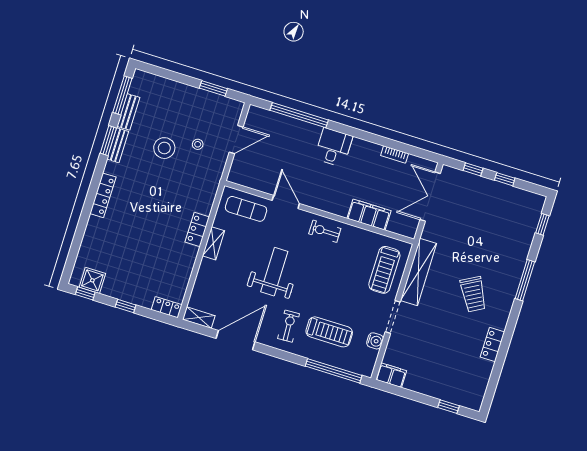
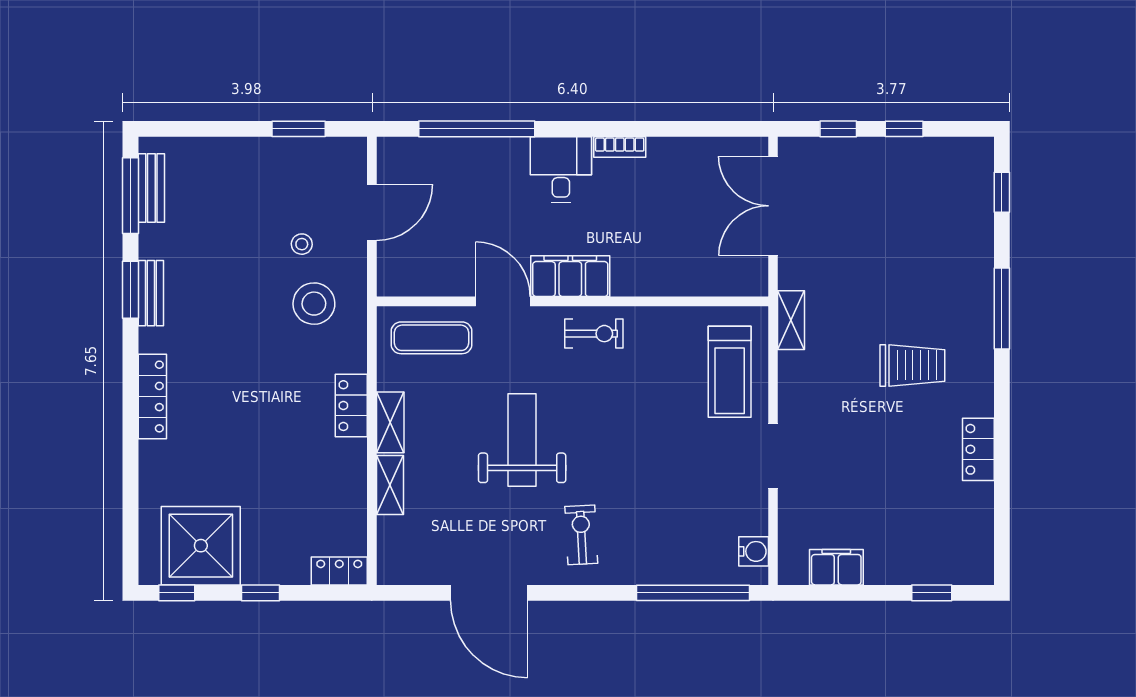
bench: (128, 112) -> (151, 188), moved
stool: (164, 148) -> (314, 304), moved
bookcase: (395, 154) -> (620, 147), moved
filing cabinet: (369, 215) -> (570, 276), moved
exercise bike: (325, 231) -> (594, 334), turned 180
shelving: (419, 272) -> (791, 320), width x0.45, depth x0.75
shower: (92, 280) -> (201, 546), width x1.86, depth x1.86
trolley: (473, 294) -> (912, 365), turned -61
shelving: (199, 318) -> (390, 485), moved, turned 90
treadmill: (329, 332) -> (662, 522), removed
door: (235, 340) -> (489, 593), swing flipped
water cooler: (375, 341) -> (754, 551), moved
filing cabinet: (391, 375) -> (836, 567), moved

